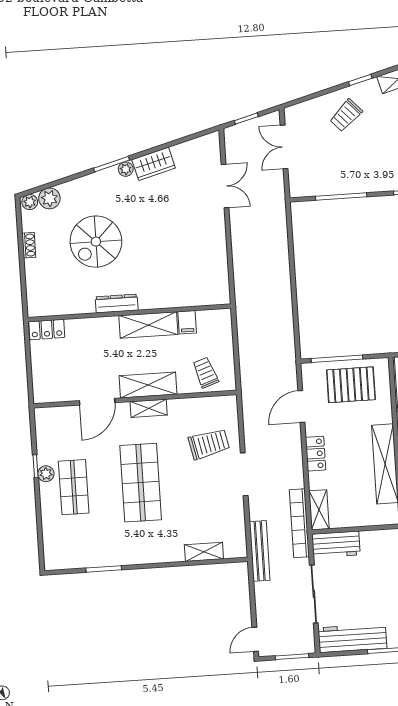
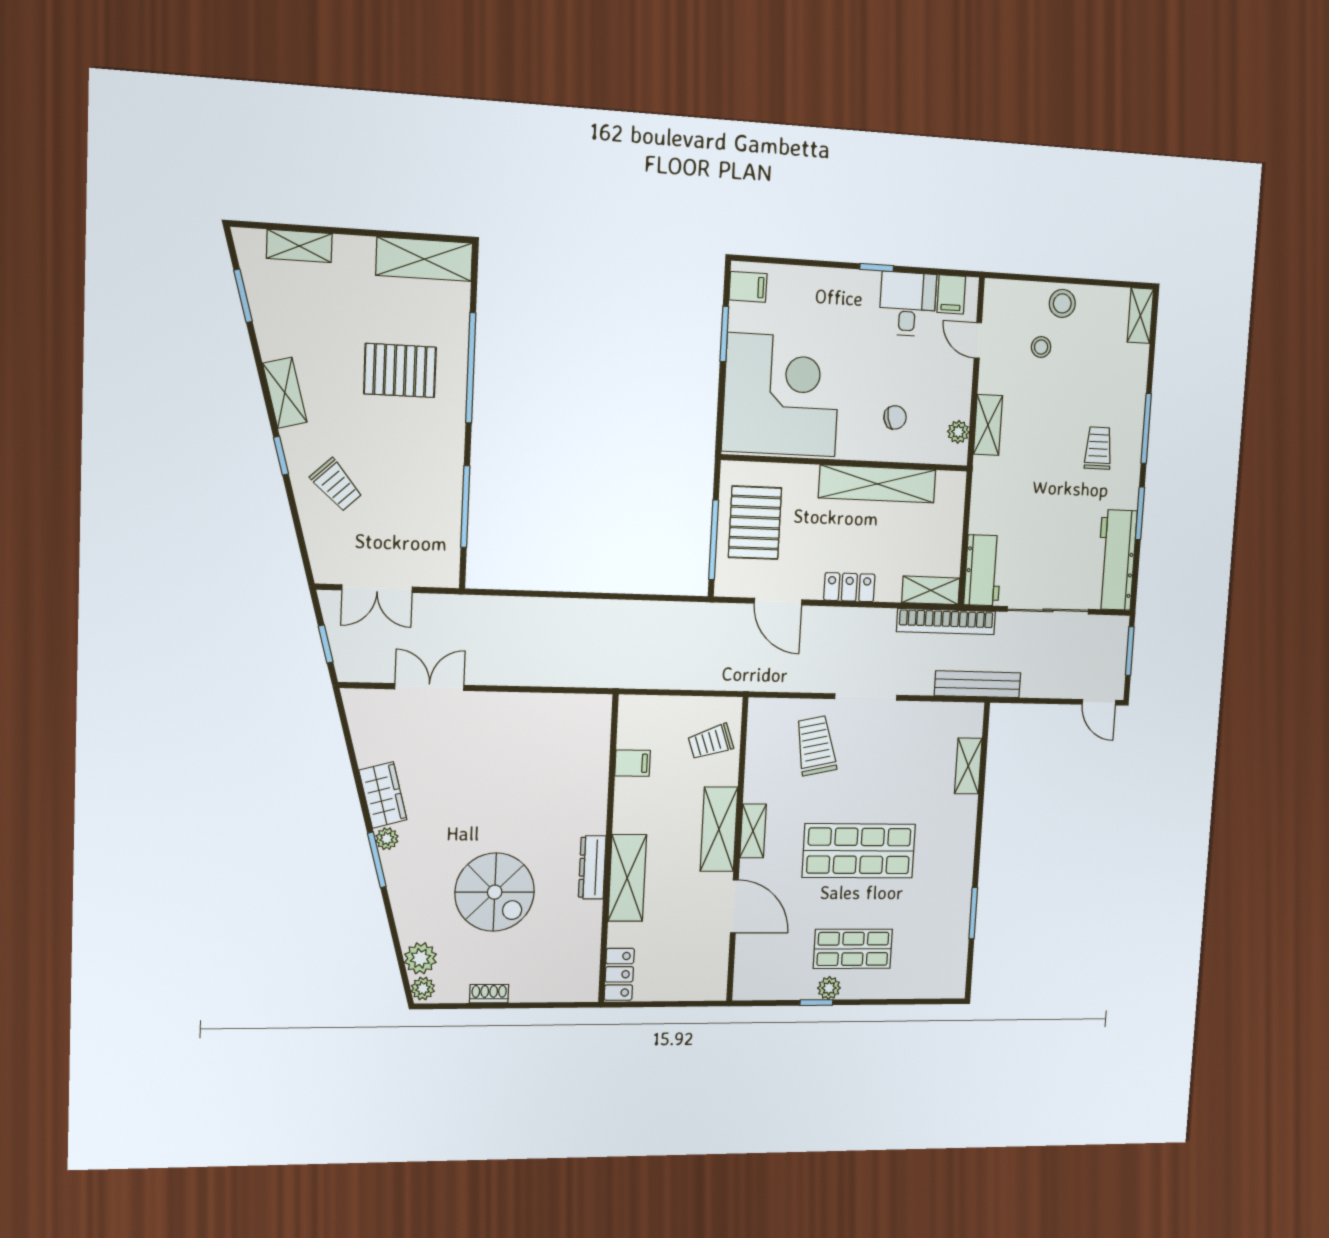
shelving: (148, 325) -> (627, 878), moved

